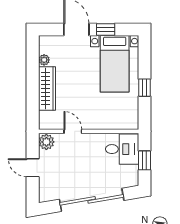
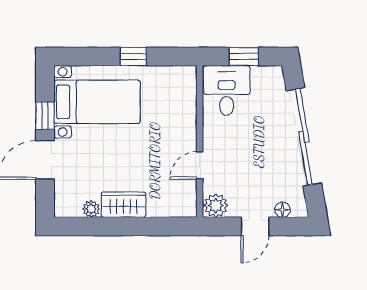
wardrobe: (47, 89) -> (124, 205), width x0.67
floor lamp: (44, 186) -> (282, 210), added

